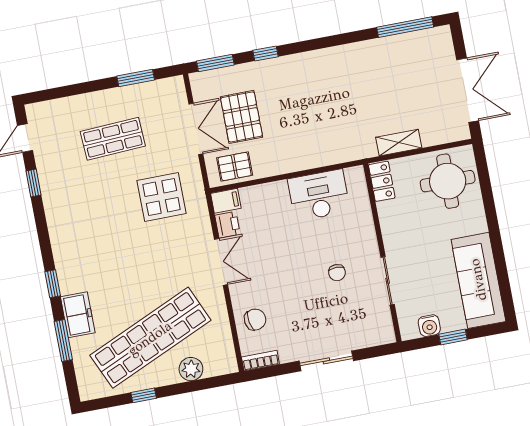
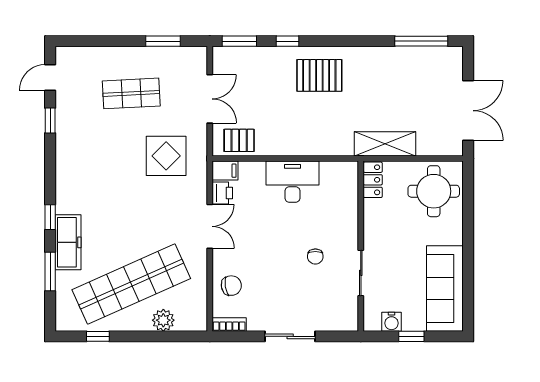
pallet: (241, 117) -> (319, 75), moved, turned 90
shelving: (399, 143) -> (385, 144), width x1.50, depth x1.33
desk: (319, 195) -> (292, 182), moved
freezer: (78, 315) -> (68, 242), width x1.40
window: (144, 395) -> (98, 336), moved

